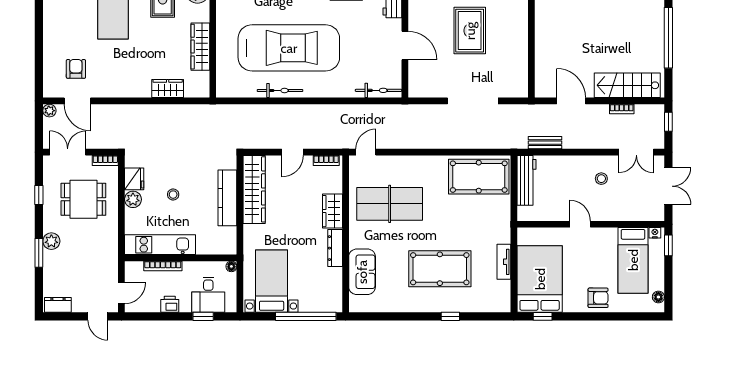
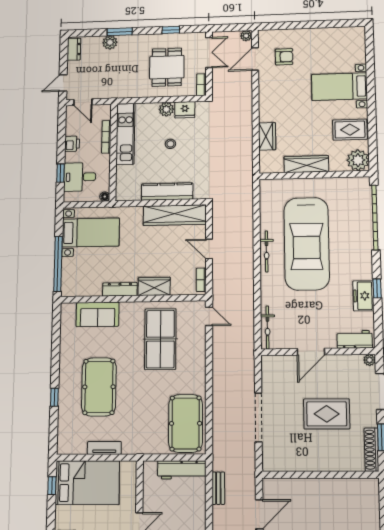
bicycle: (280, 90) -> (267, 251), moved
plant: (51, 241) -> (110, 42), moved

